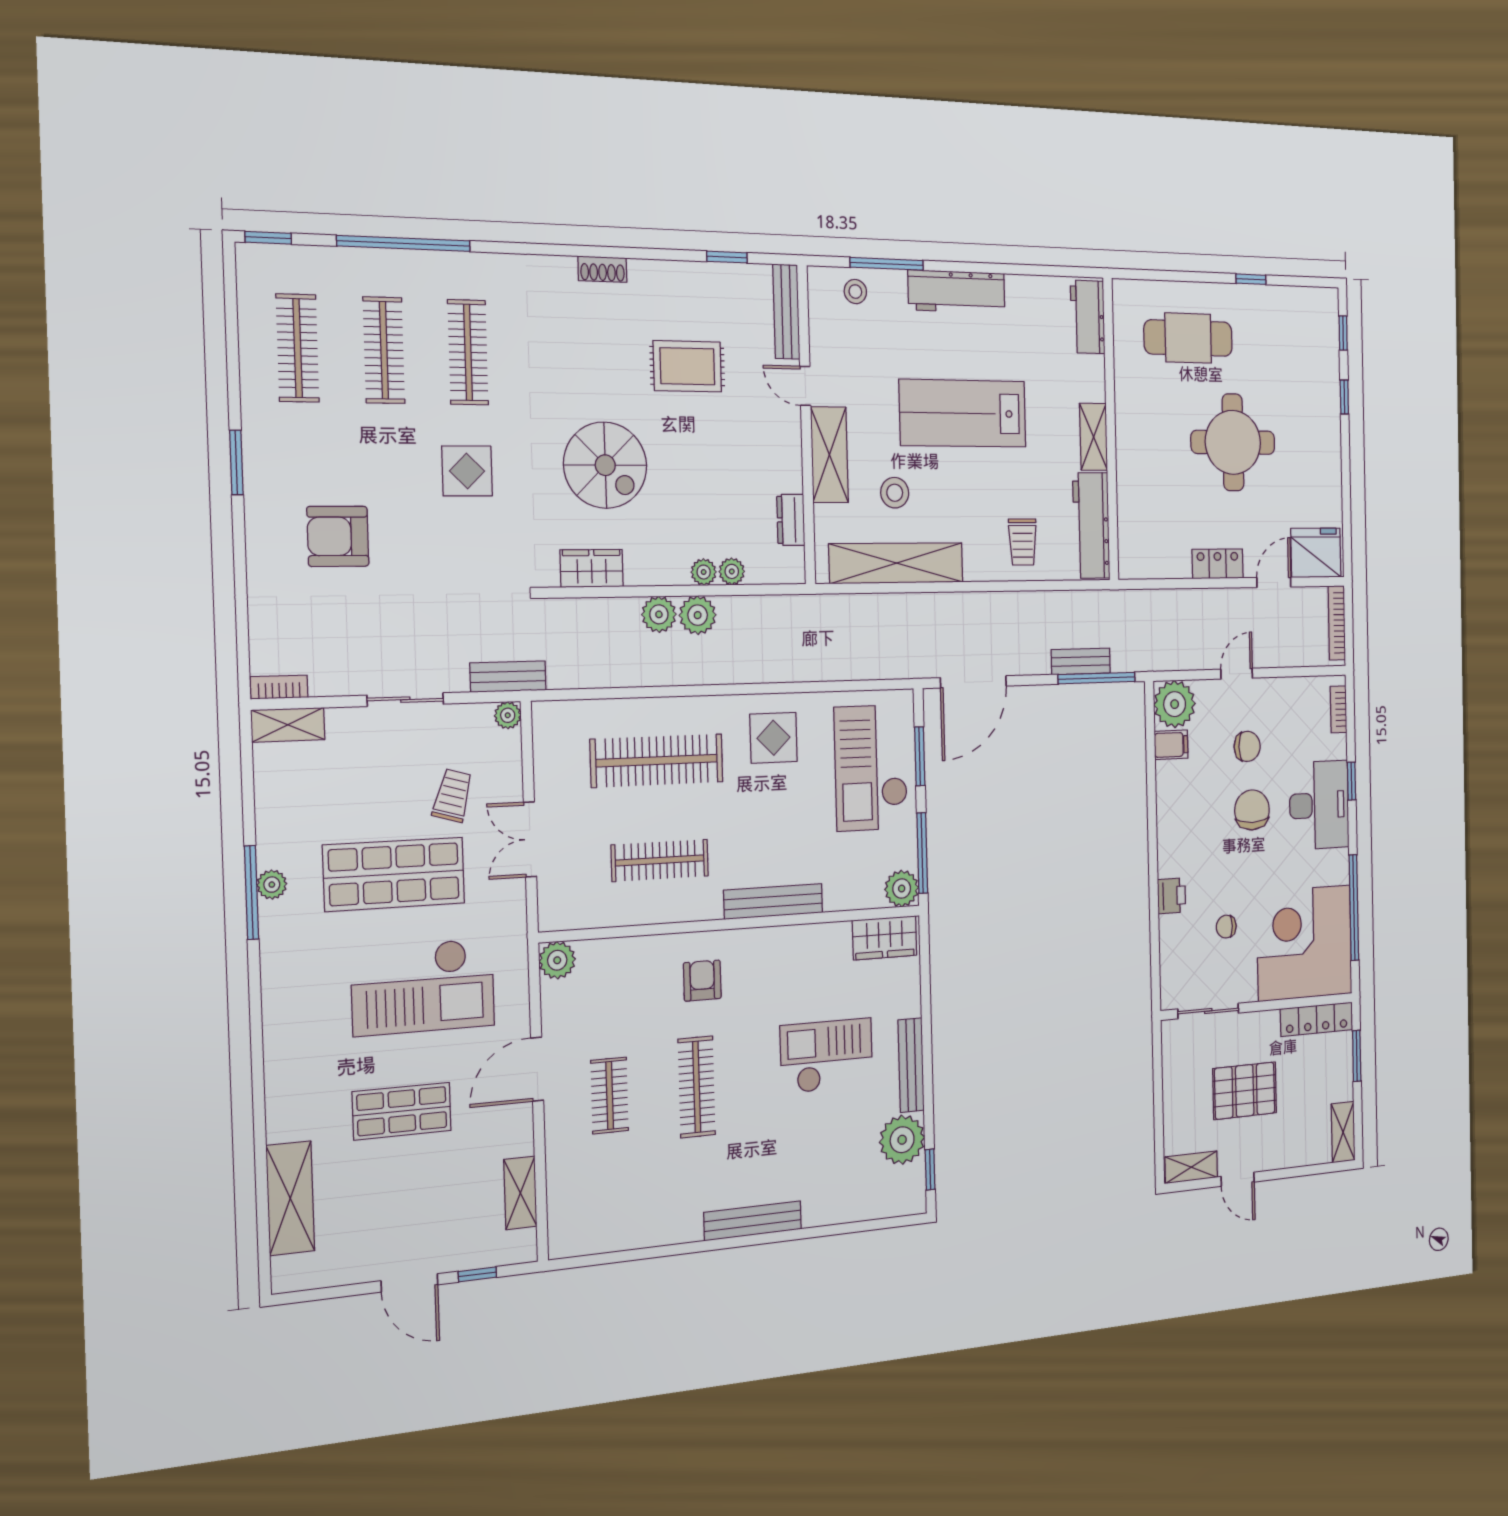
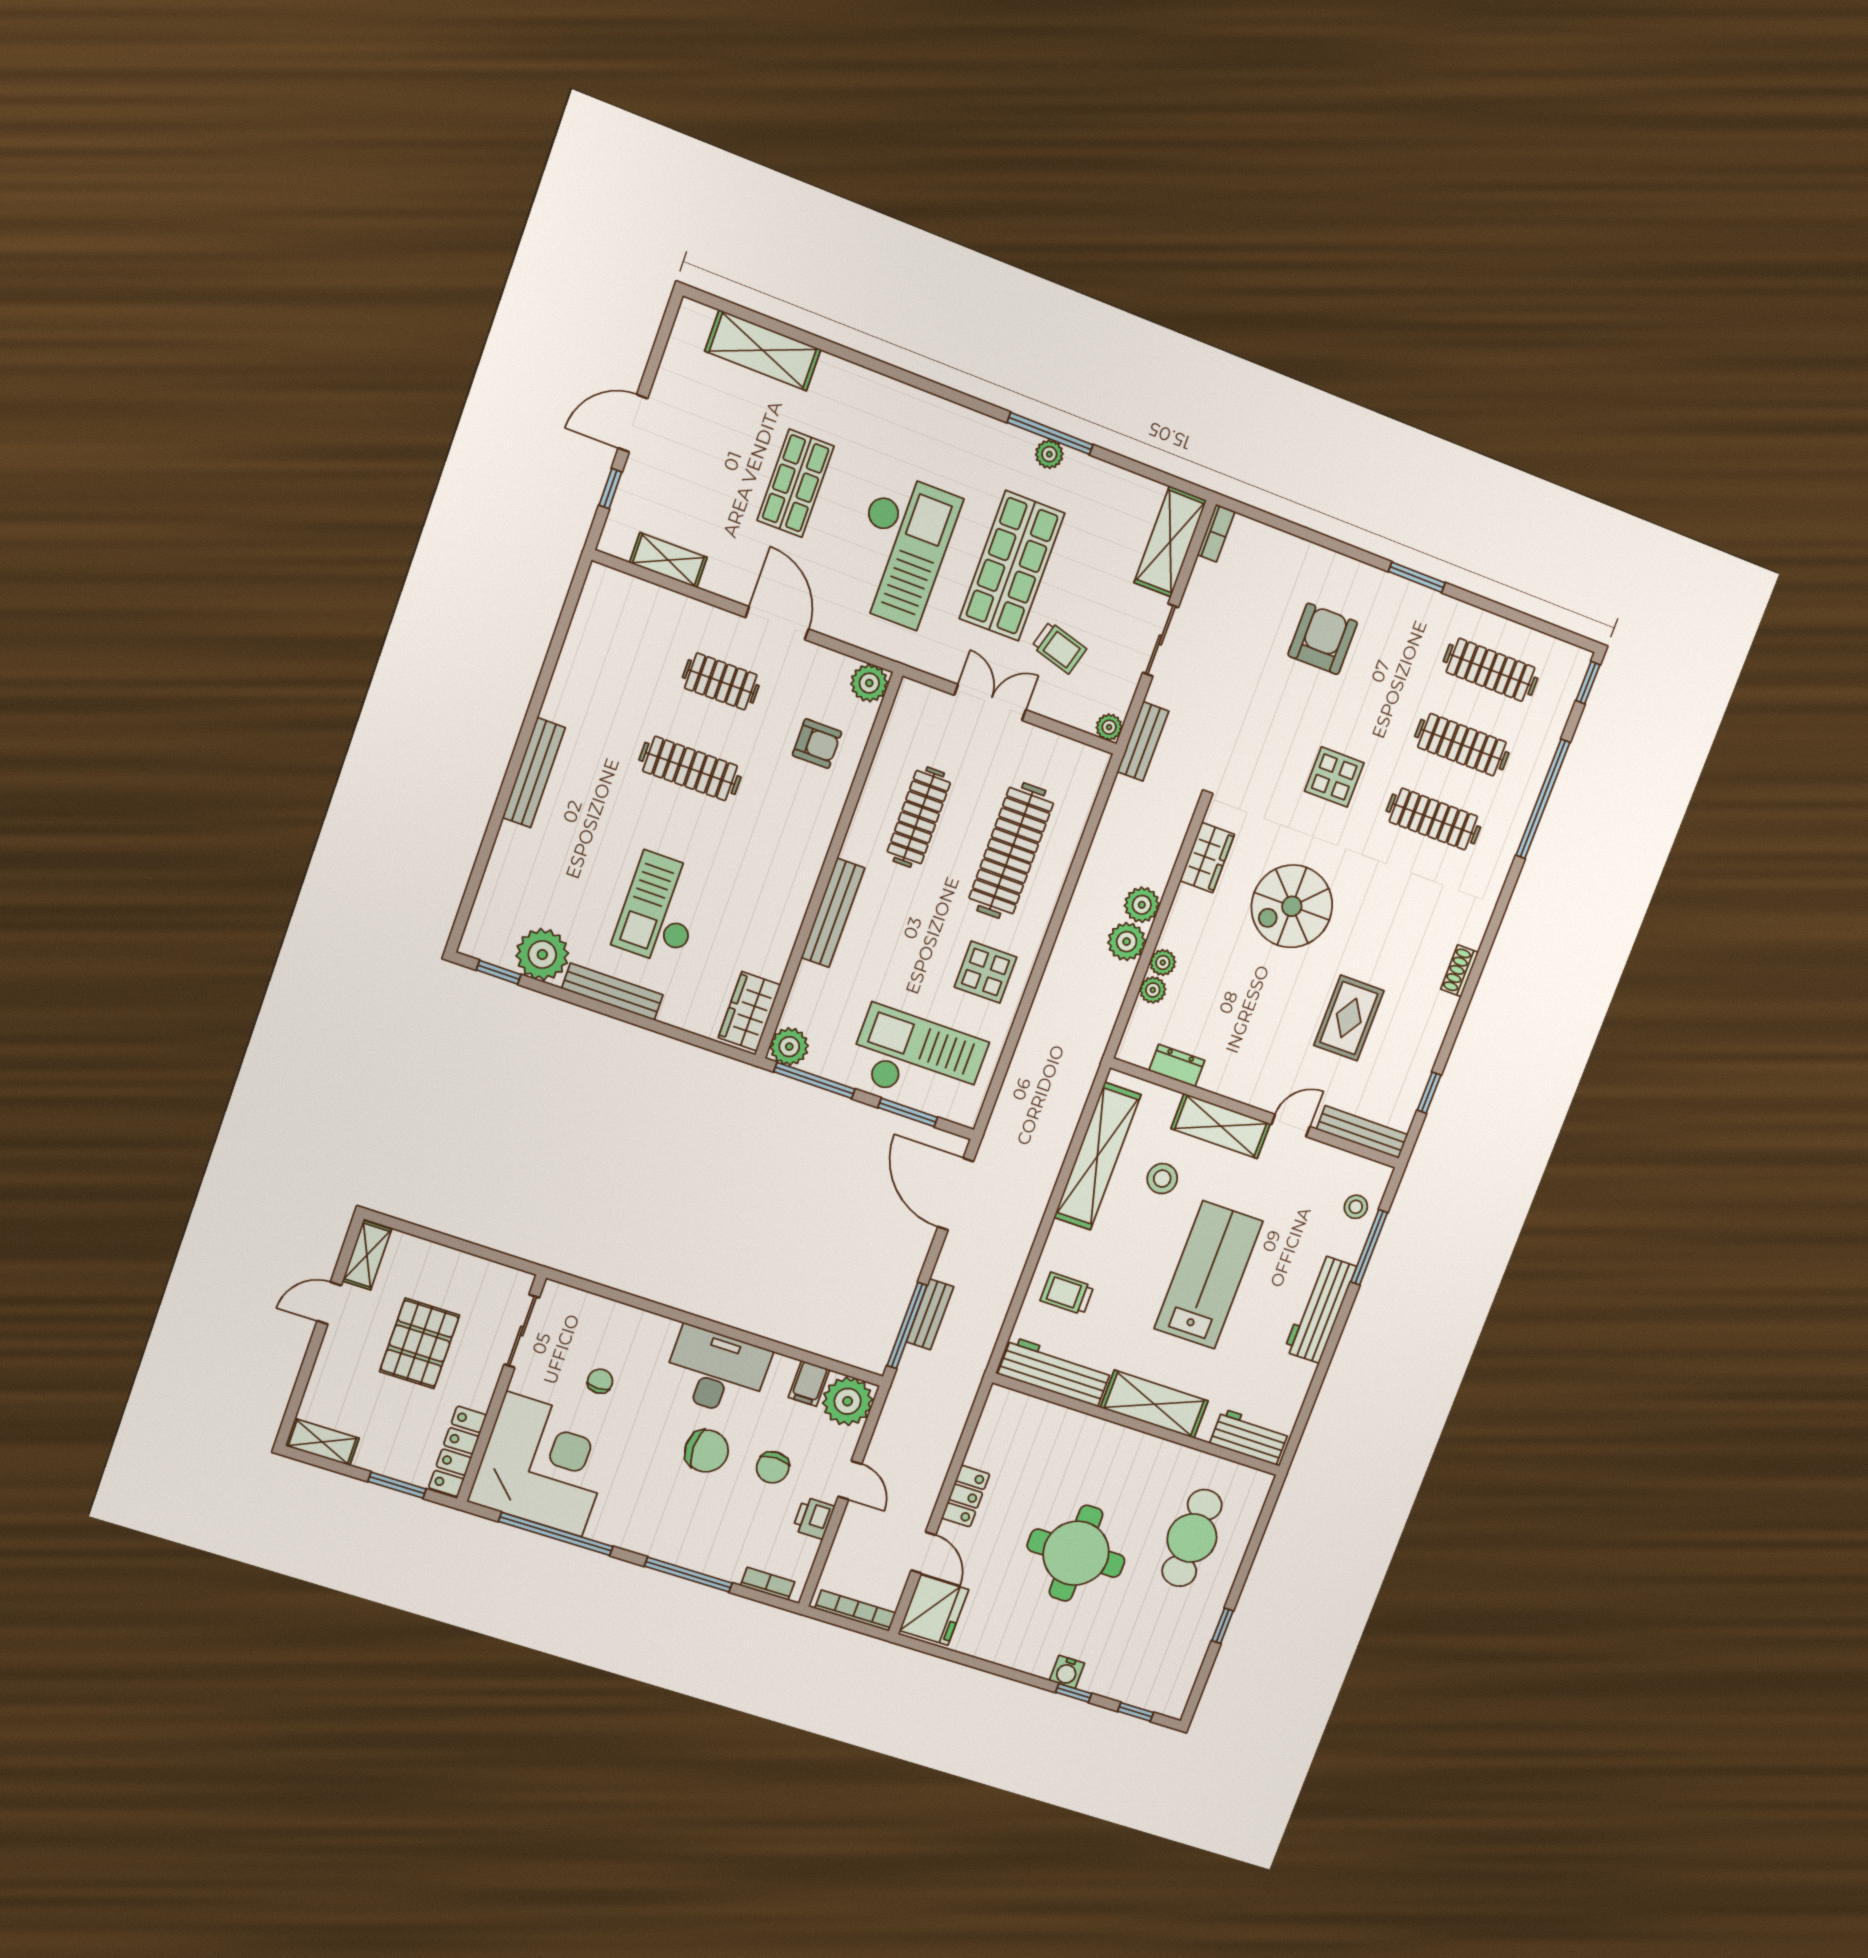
water cooler: (1330, 410) -> (1067, 1672), added
shelving: (1094, 437) -> (1154, 1404), width x1.50, depth x1.33
shelving: (288, 725) -> (1170, 542), width x1.50, depth x1.33
window: (1352, 781) -> (688, 1575), width x2.17
desk: (1319, 805) -> (716, 1371), moved, turned 180
printer: (1172, 896) -> (814, 1518), moved, turned 90
armchair: (702, 981) -> (817, 744), moved
checkout: (423, 987) -> (900, 550), turned 180
checkout: (827, 1056) -> (661, 909), turned 180

